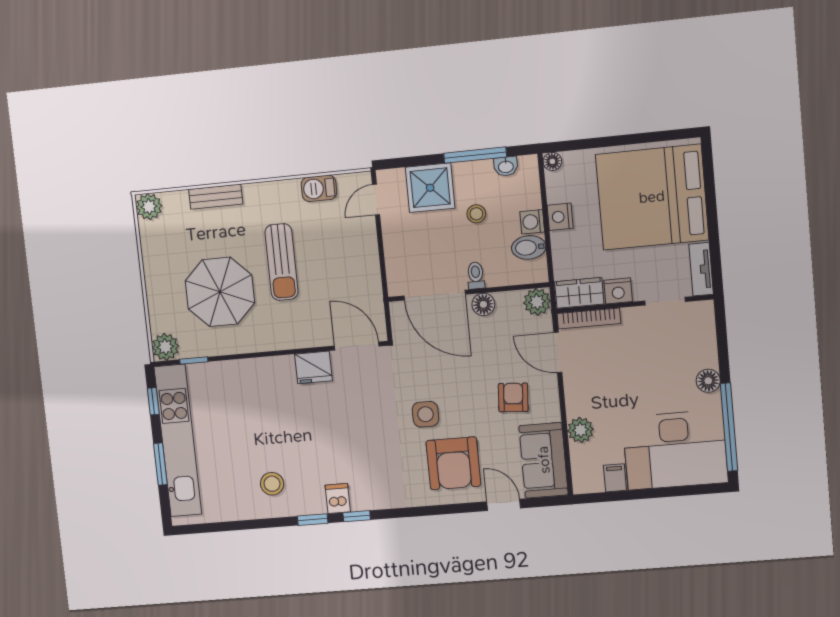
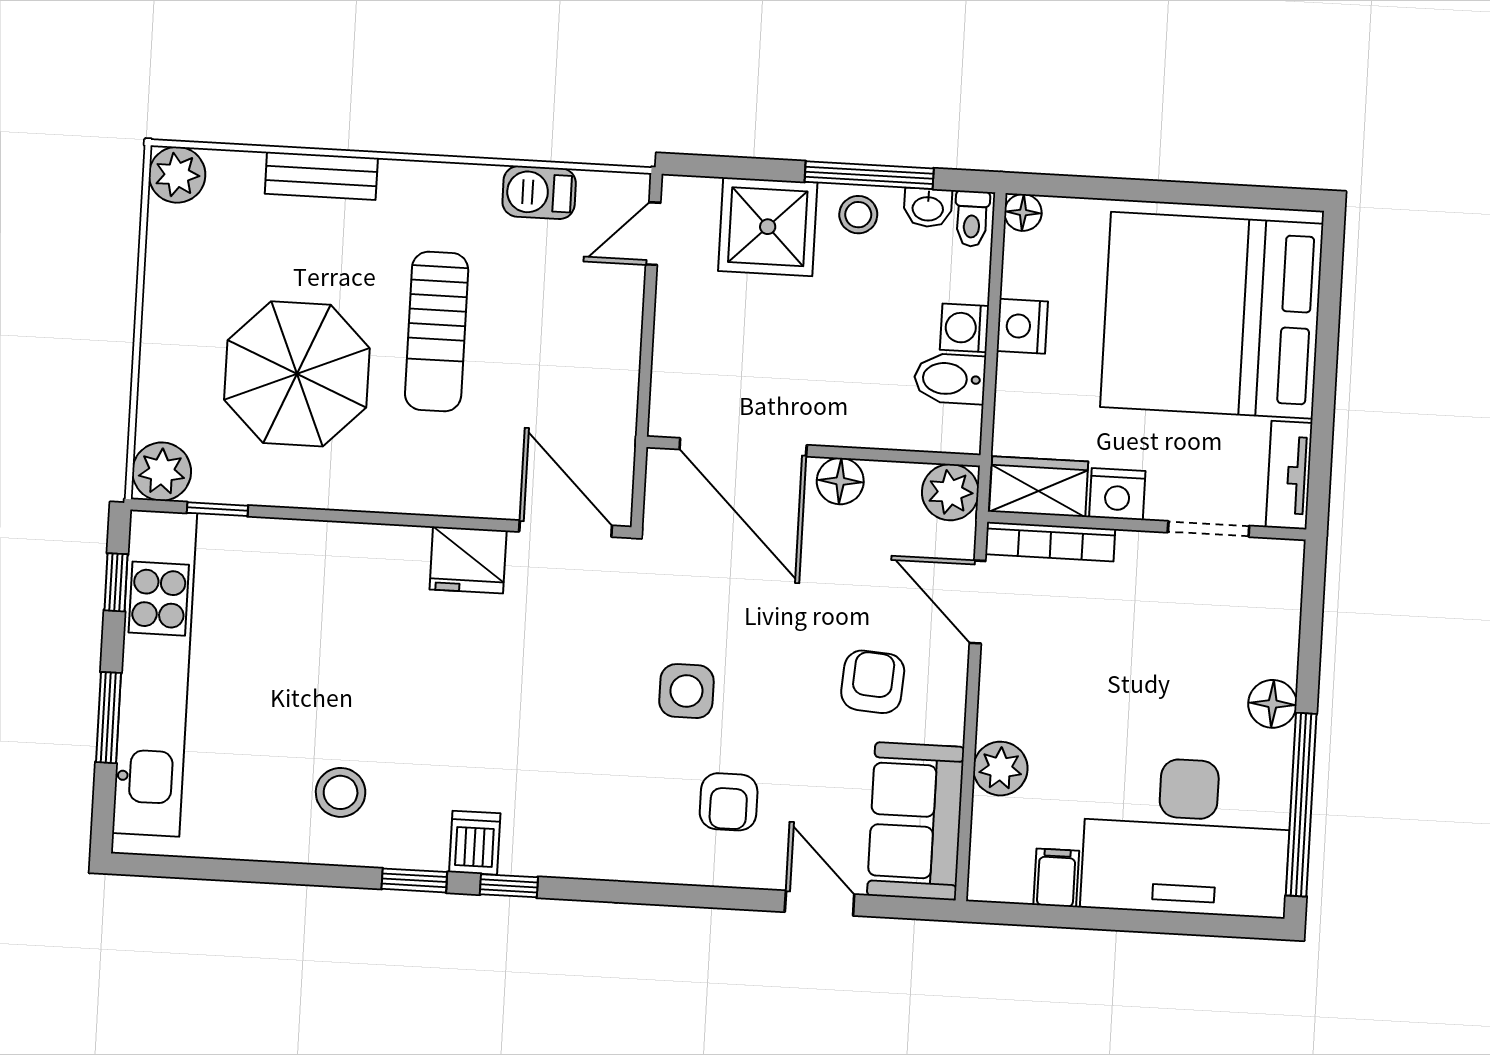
stool: (476, 214) -> (858, 215), moved
toilet: (476, 275) -> (972, 219), moved, turned 180
armchair: (453, 463) -> (729, 802), width x0.53, depth x0.53

